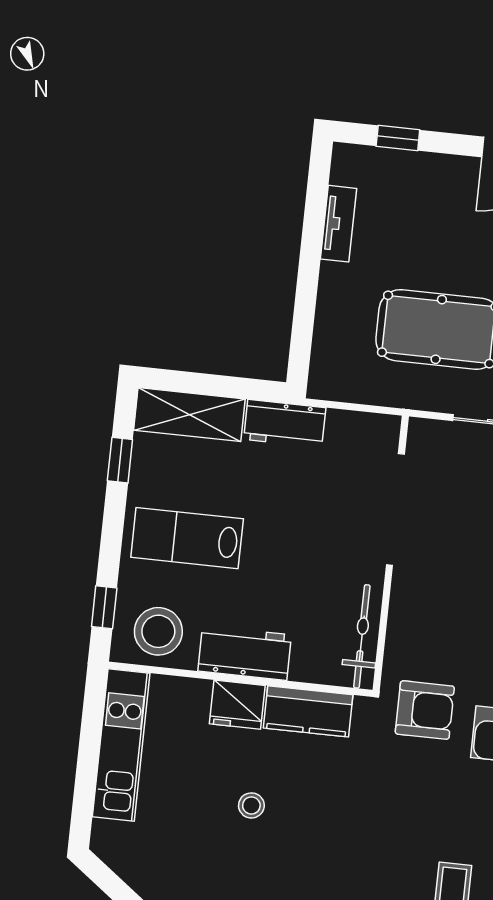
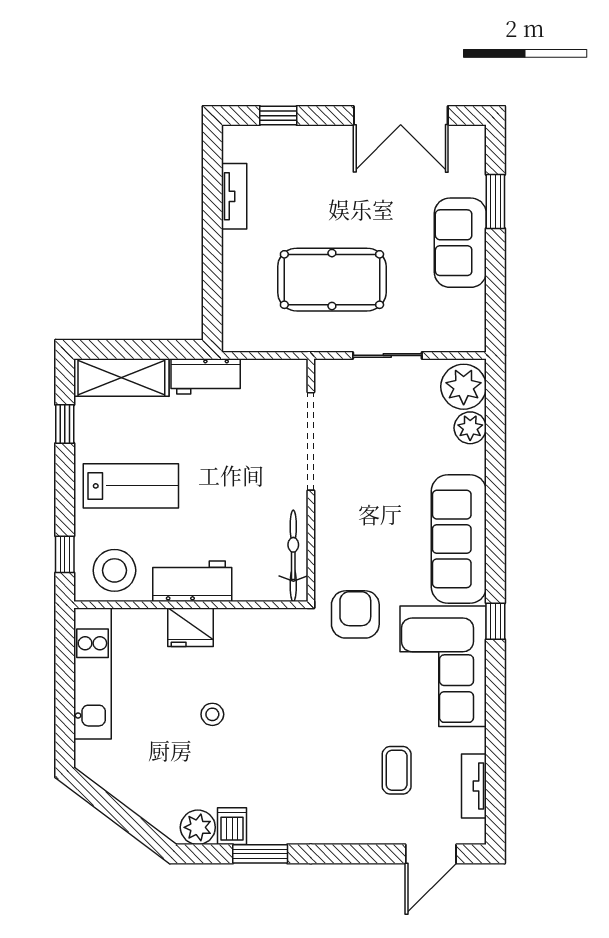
lab bench: (187, 538) -> (131, 486), turned 180
armchair: (425, 710) -> (355, 614), turned -90
kitchen counter: (308, 711) -> (253, 627), removed

